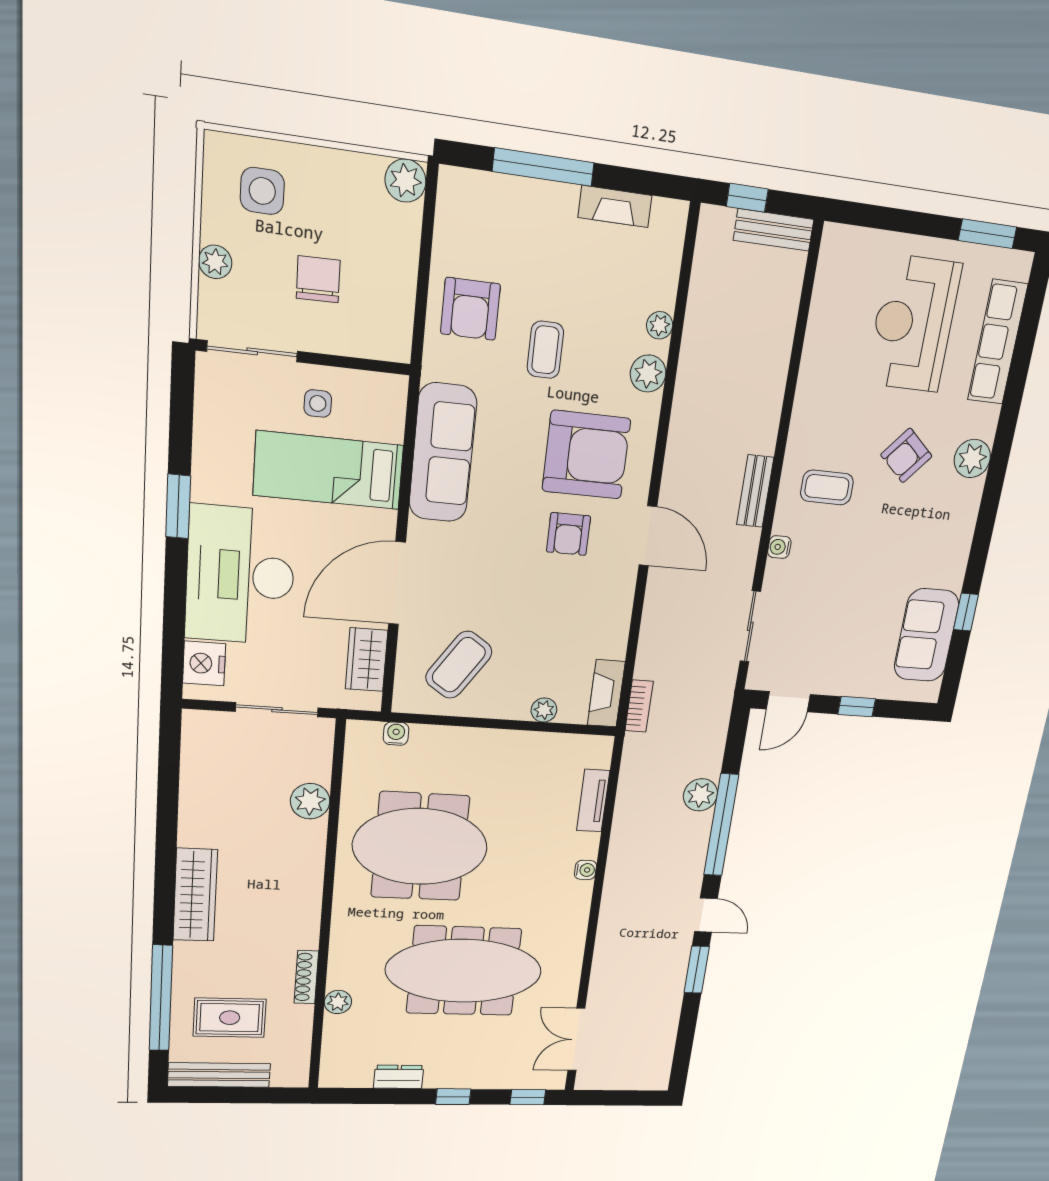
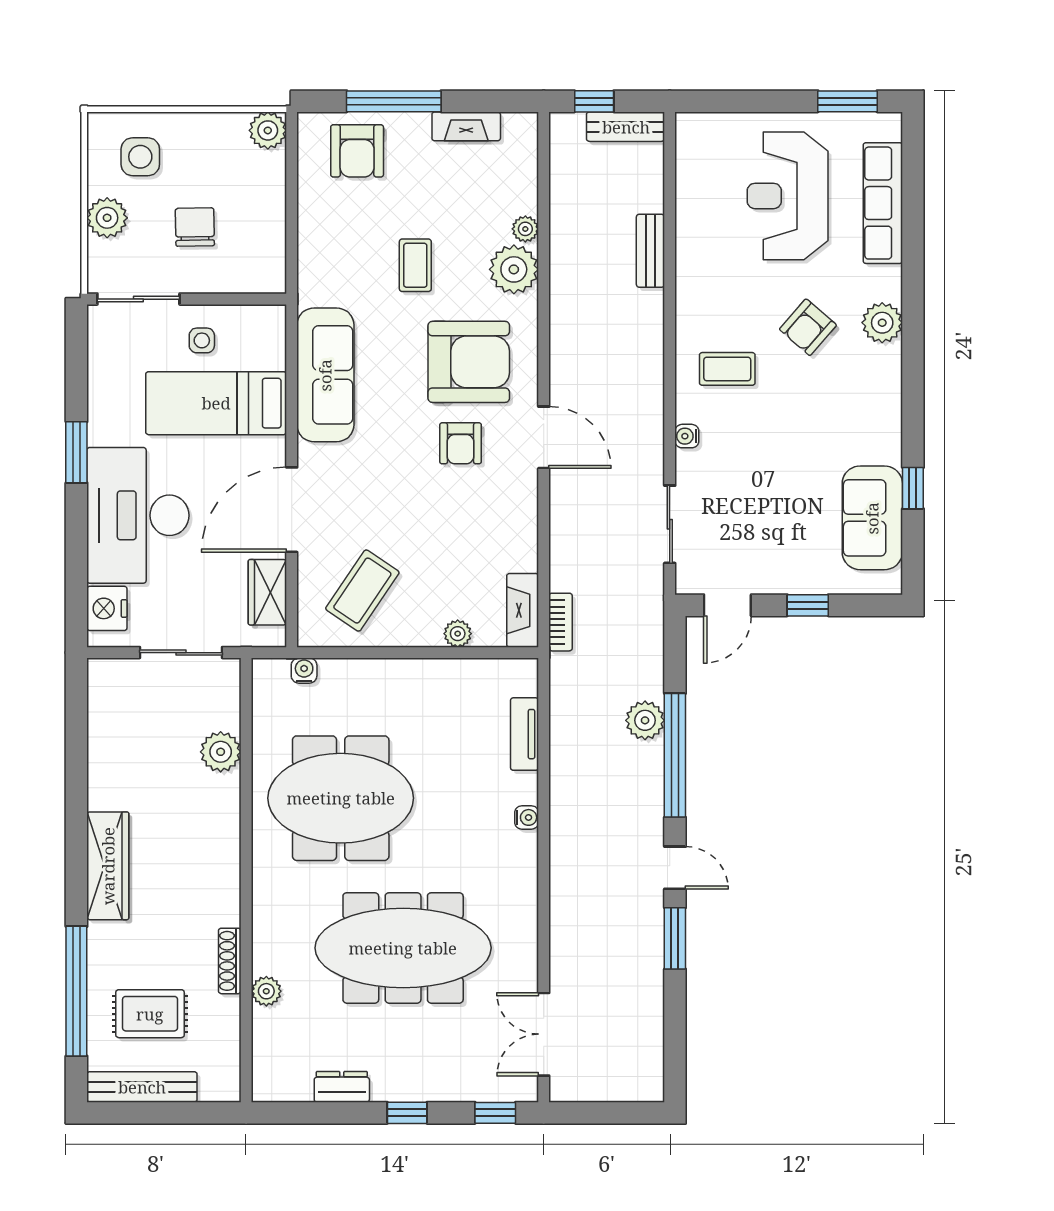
plant: (215, 262) -> (107, 218), width x1.38, depth x1.38
armchair: (470, 309) -> (357, 151), moved
plant: (648, 374) -> (514, 269), width x1.36, depth x1.36
bench: (755, 491) -> (650, 251), moved

